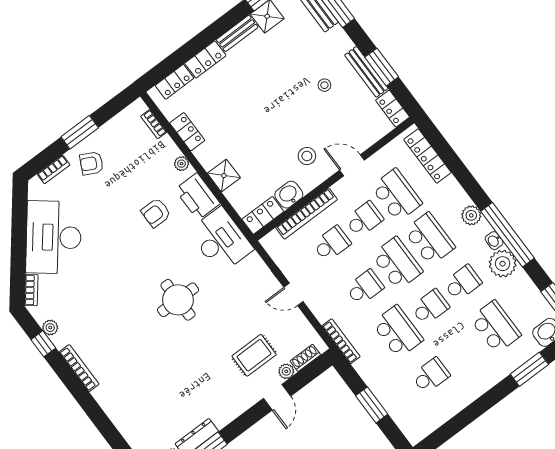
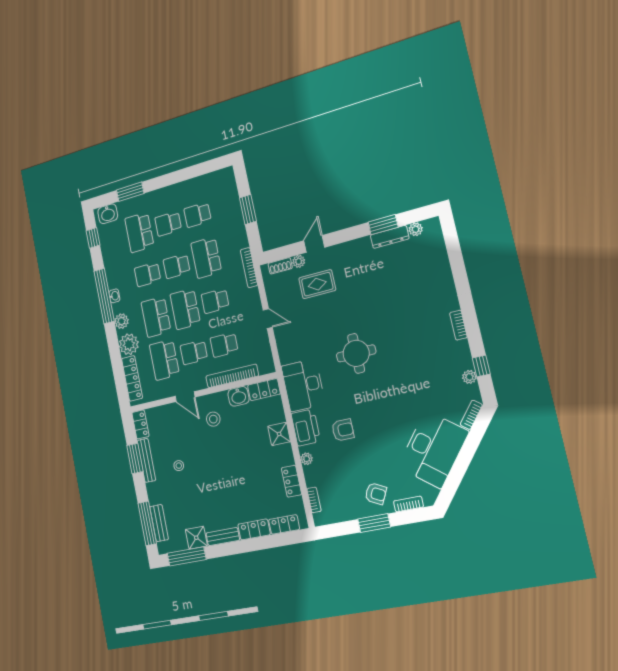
plant: (503, 264) -> (129, 344), moved
school desk: (463, 351) -> (168, 224), added
bookcase: (79, 368) -> (458, 325), width x0.64

